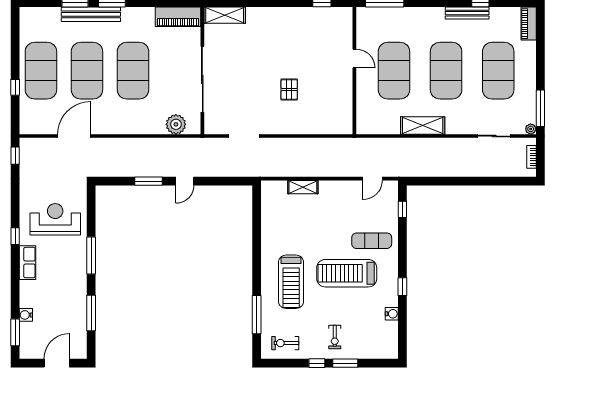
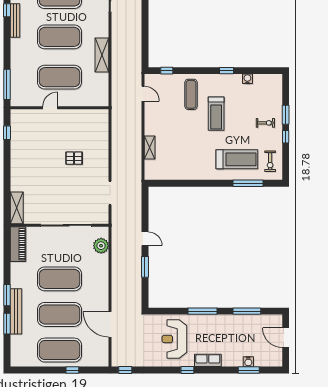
treadmill: (347, 273) -> (216, 114), width x0.73, depth x0.73
treadmill: (291, 282) -> (237, 159), moved
window: (15, 332) -> (249, 370), moved

